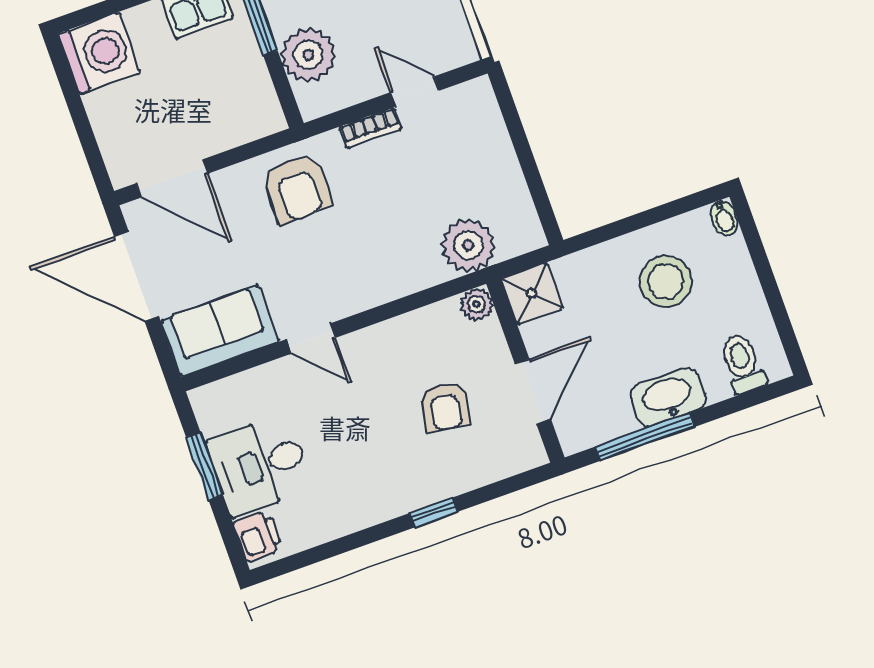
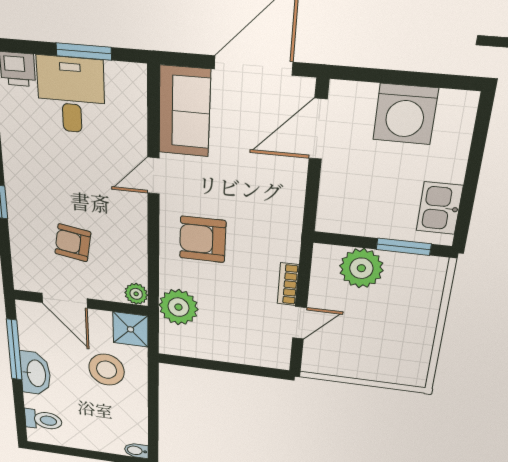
washing machine: (99, 53) -> (405, 114), moved
armchair: (297, 188) -> (203, 239), moved
stool: (666, 282) -> (107, 370), moved

